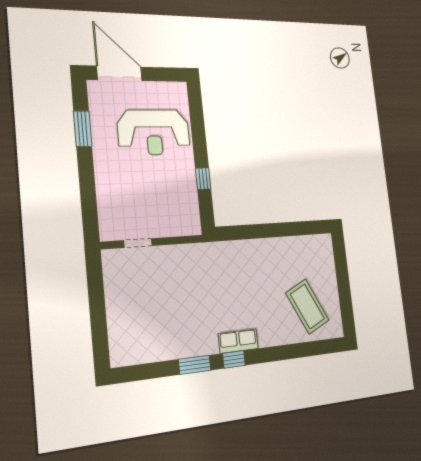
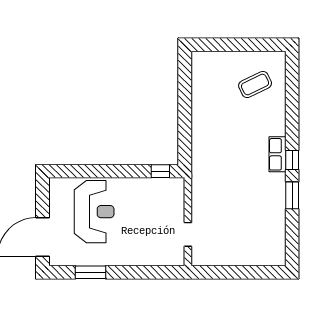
window: (203, 179) -> (160, 171), moved
coffee table: (307, 307) -> (255, 84), width x0.73, depth x0.76

